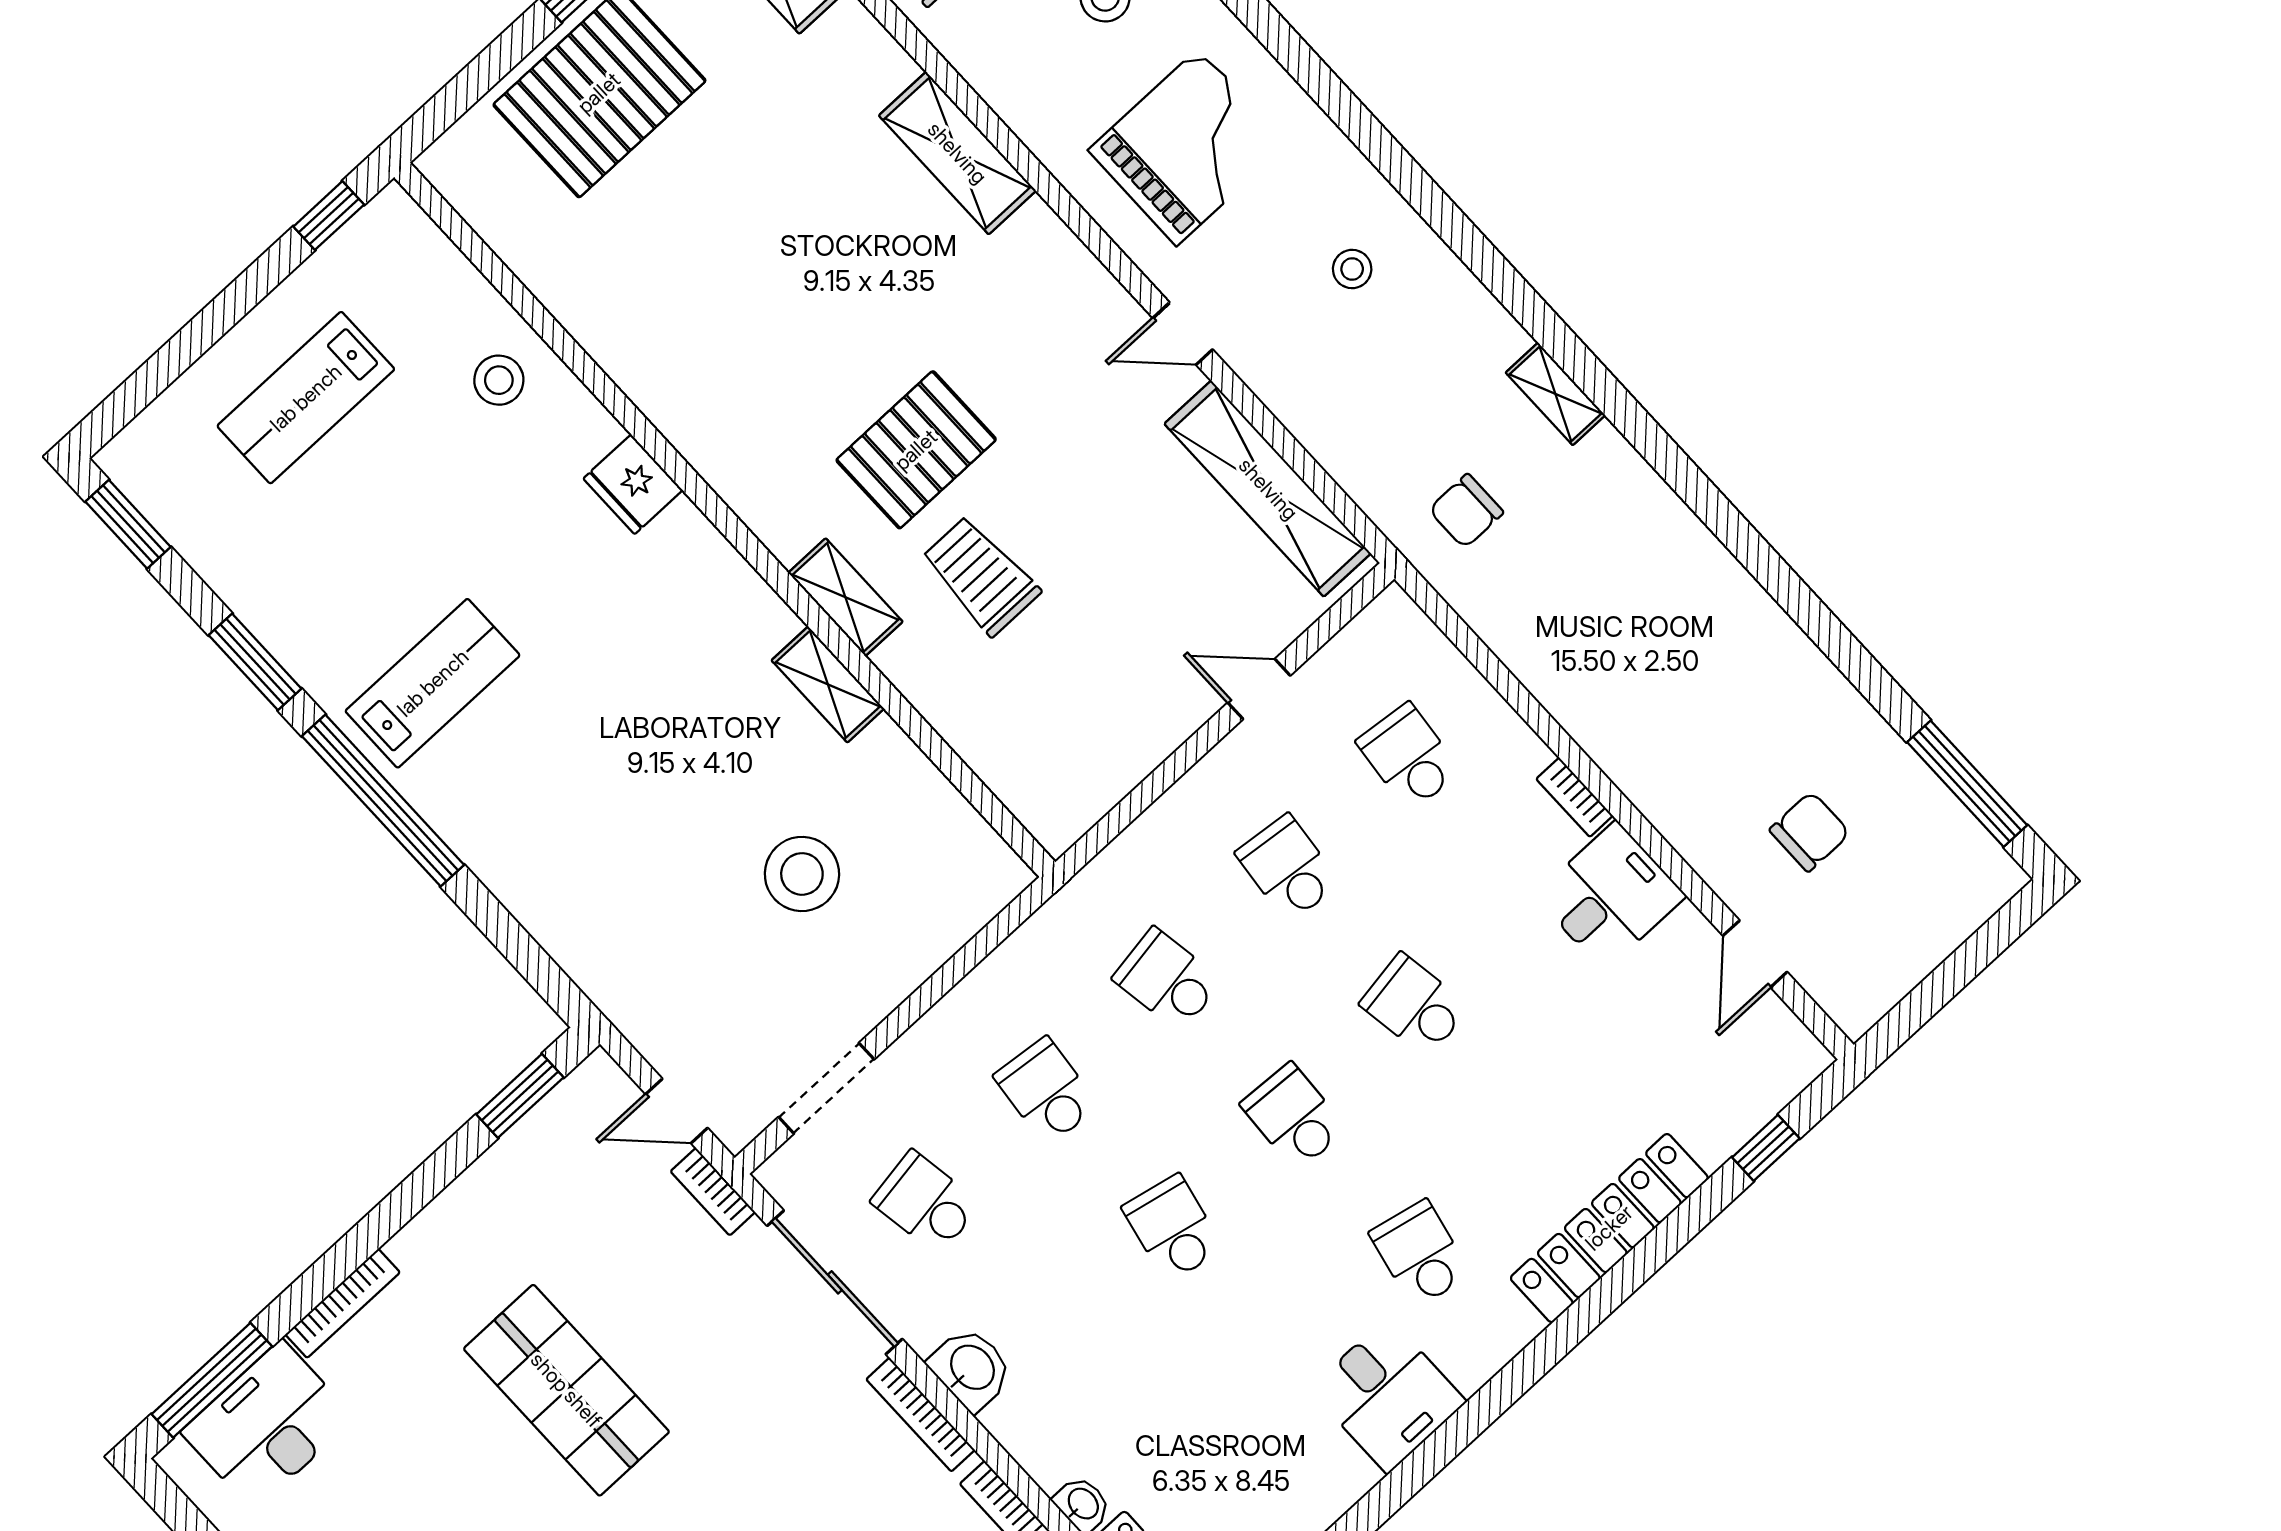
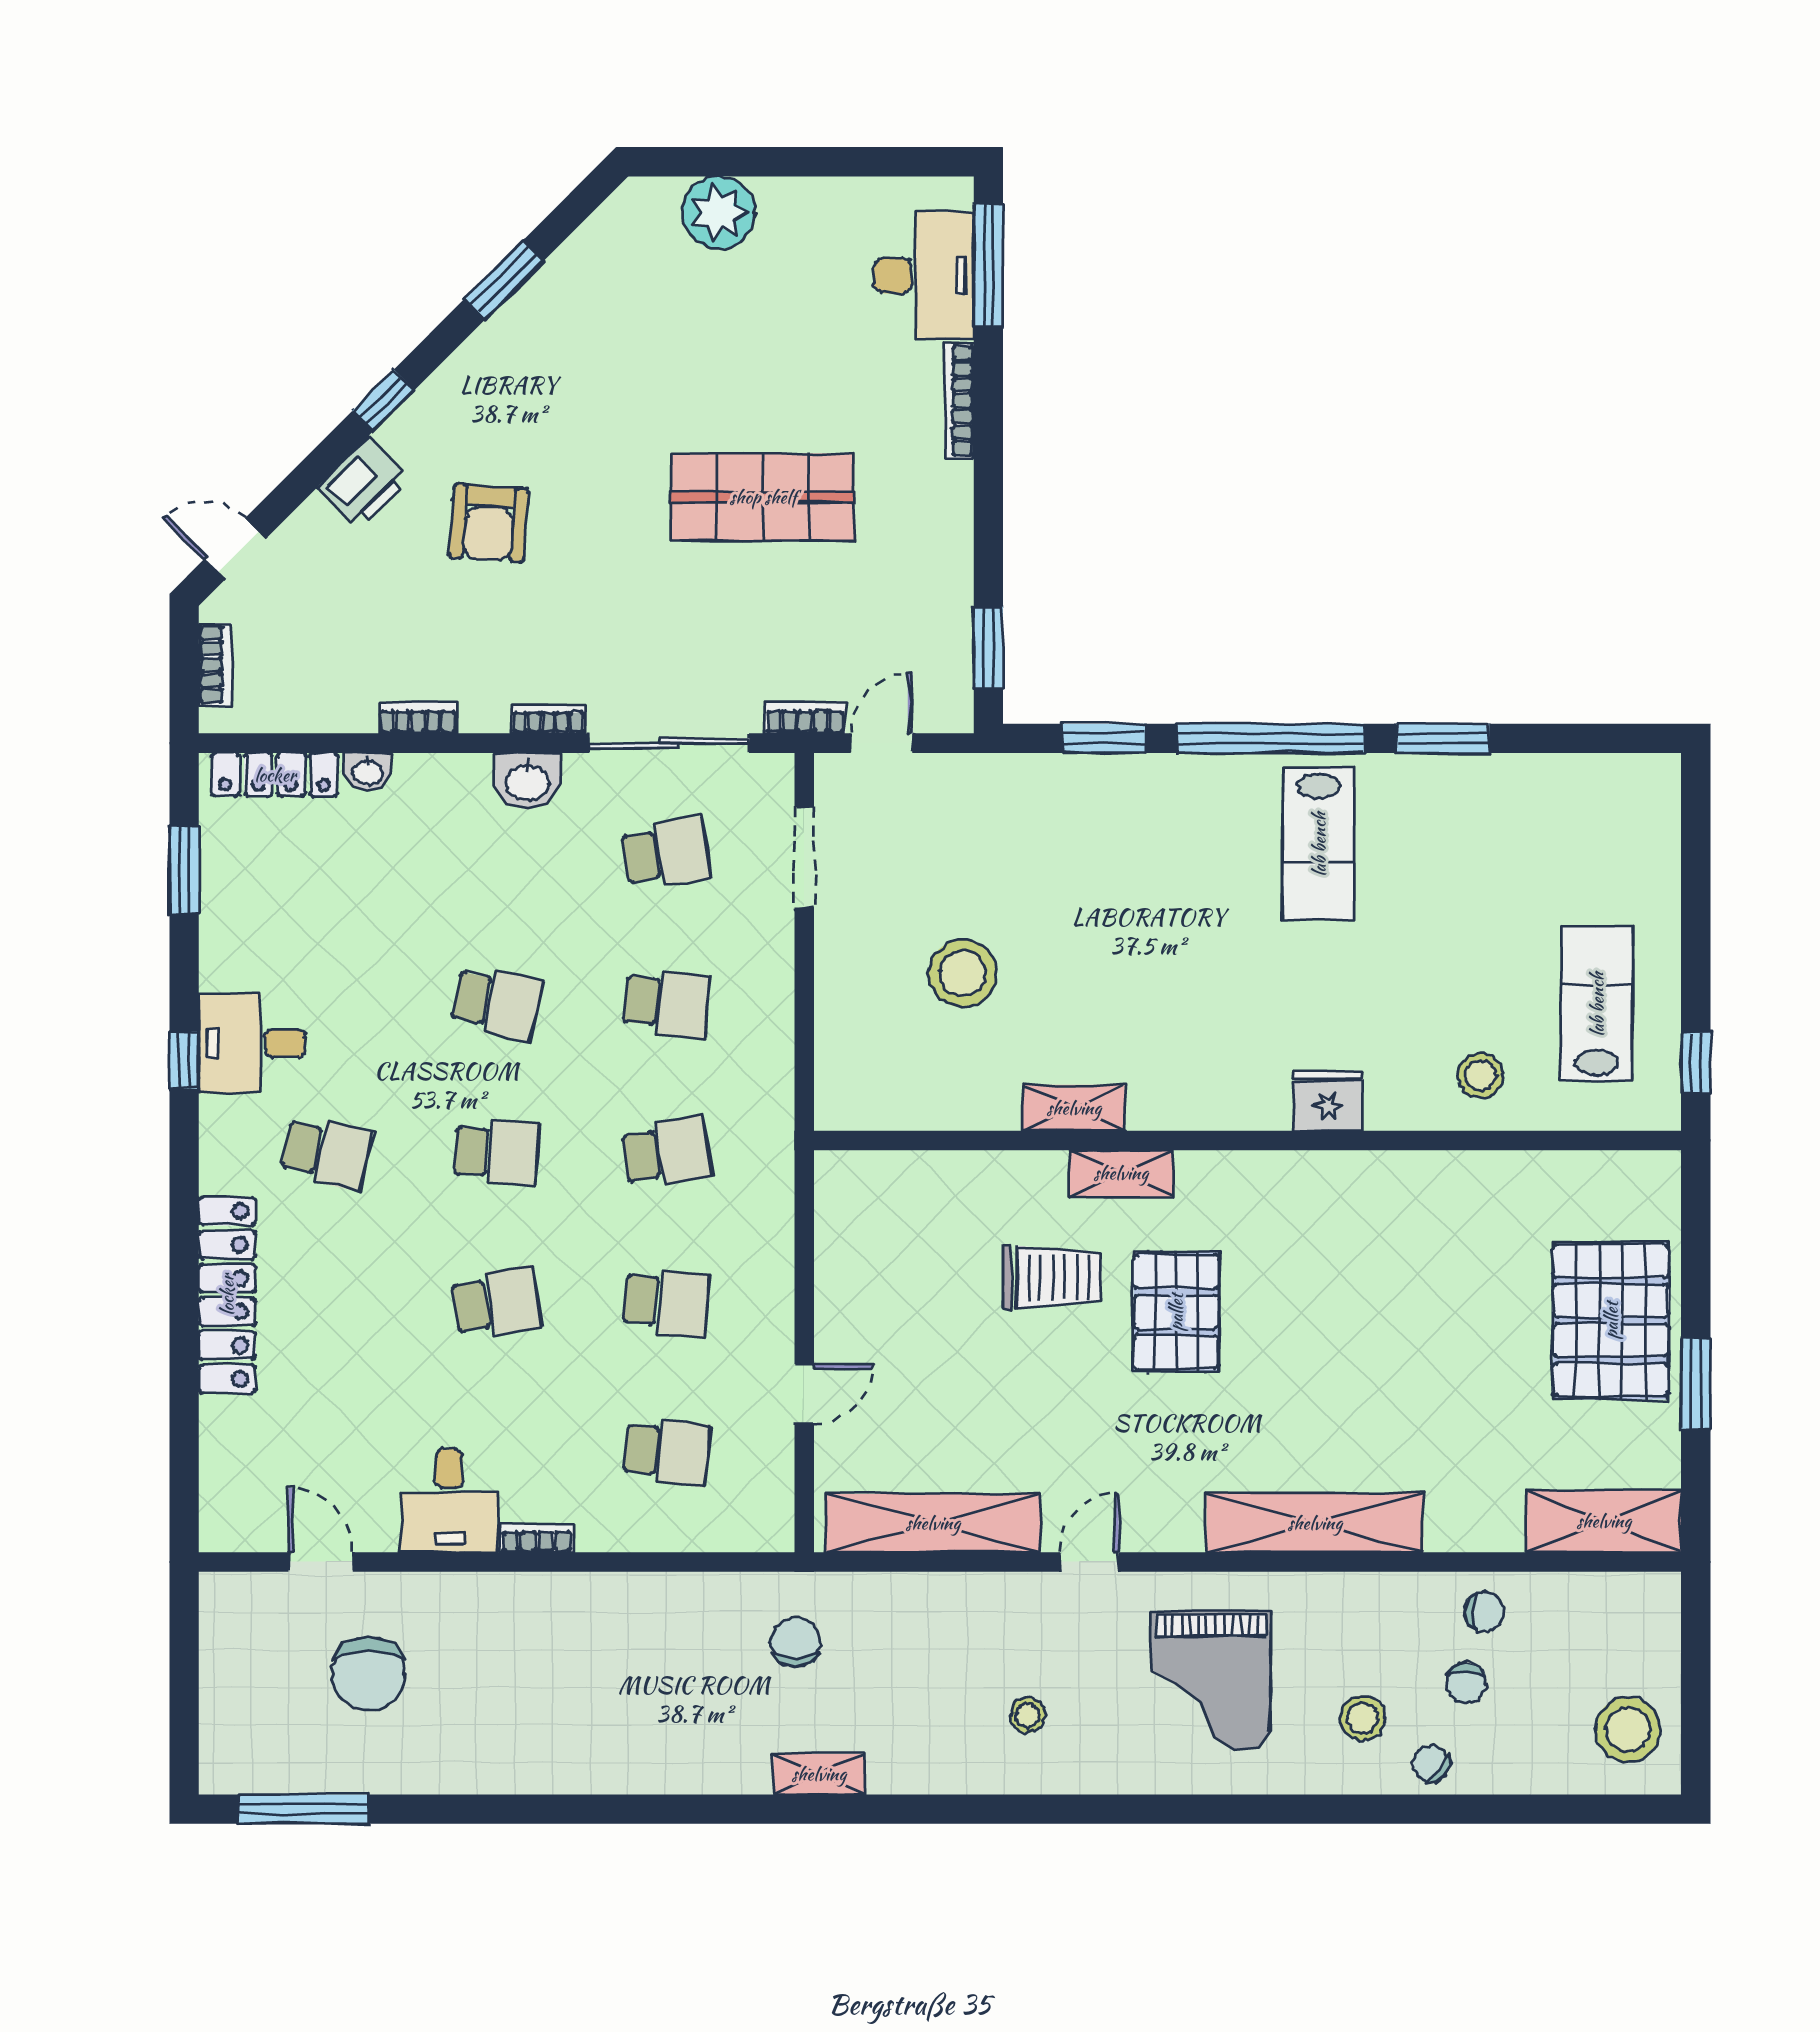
shelving: (957, 153) -> (1315, 1523), width x1.47
lab bench: (306, 398) -> (1597, 1004), moved
window: (128, 524) -> (1104, 738), moved
chair: (1810, 832) -> (369, 1674), width x1.37, depth x1.37
window: (1766, 1148) -> (184, 1060), moved
bookcase: (920, 1415) -> (548, 719), width x0.64

